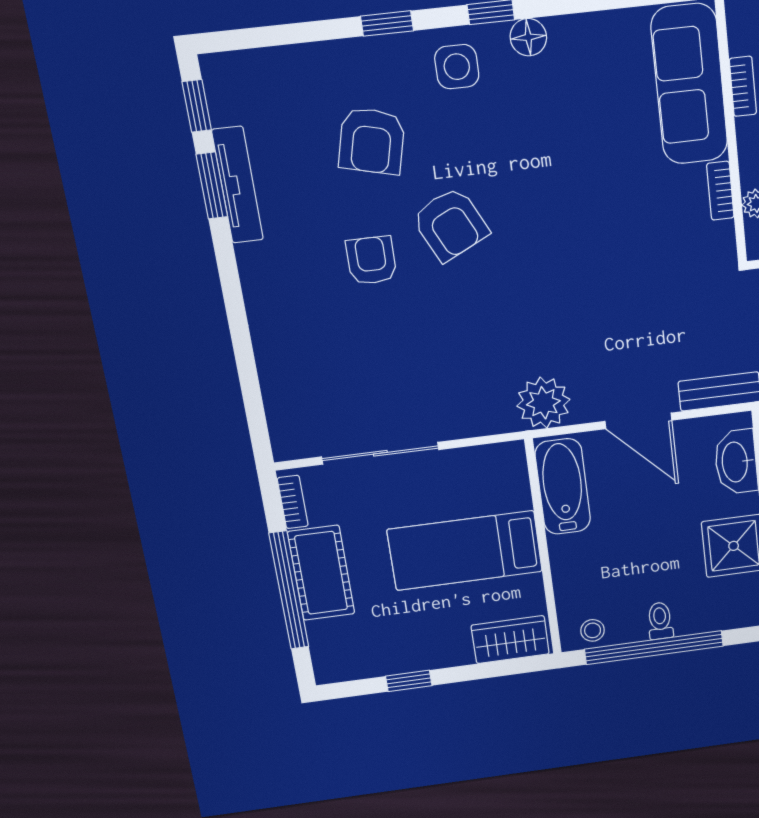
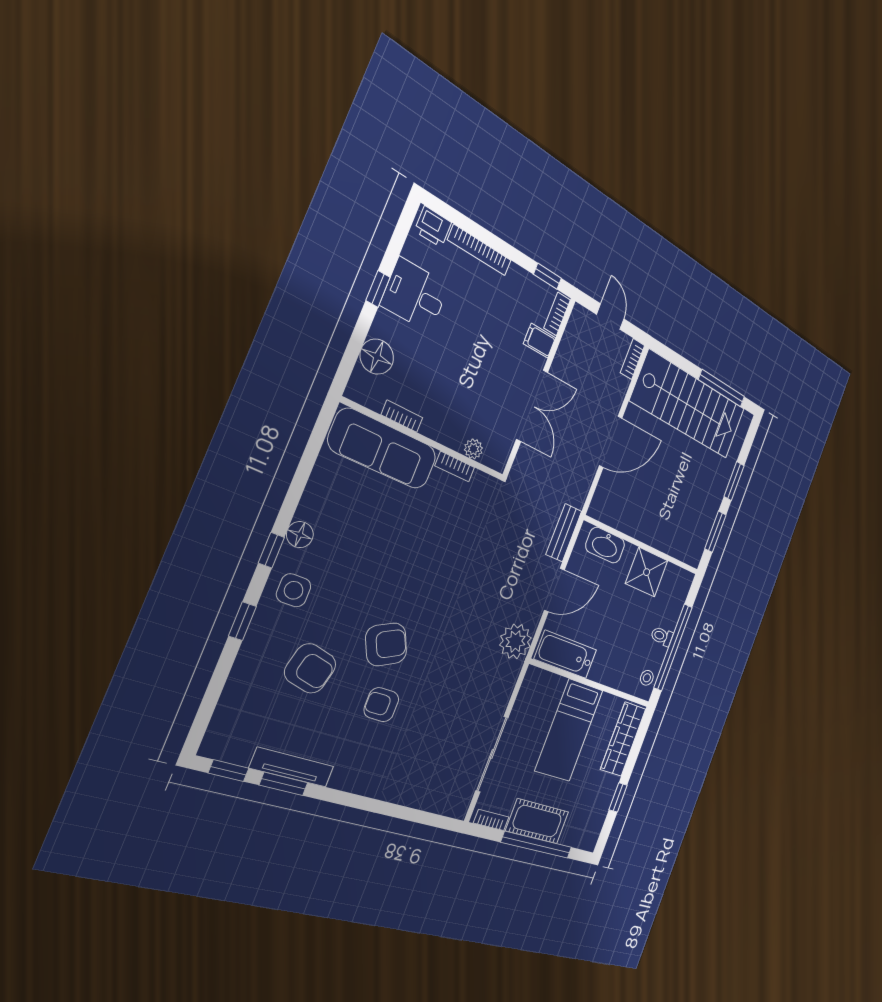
wardrobe: (510, 640) -> (623, 739), width x1.50

